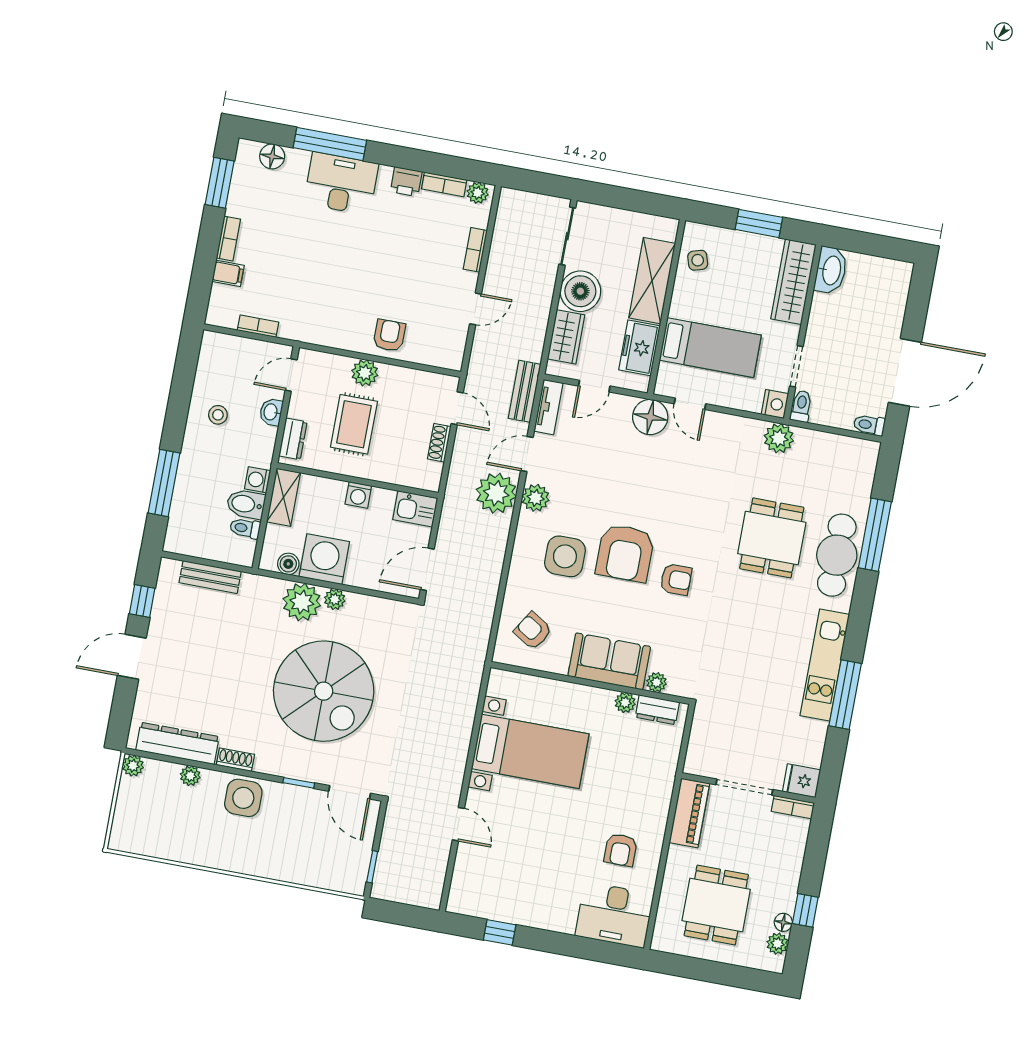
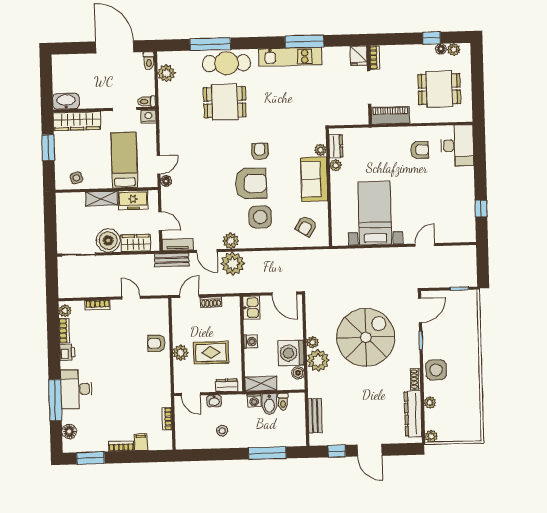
shelving: (652, 281) -> (101, 199), width x0.67, depth x0.75
floor lamp: (650, 417) -> (166, 181), width x0.53, depth x0.53
plant: (779, 438) -> (166, 73), moved

